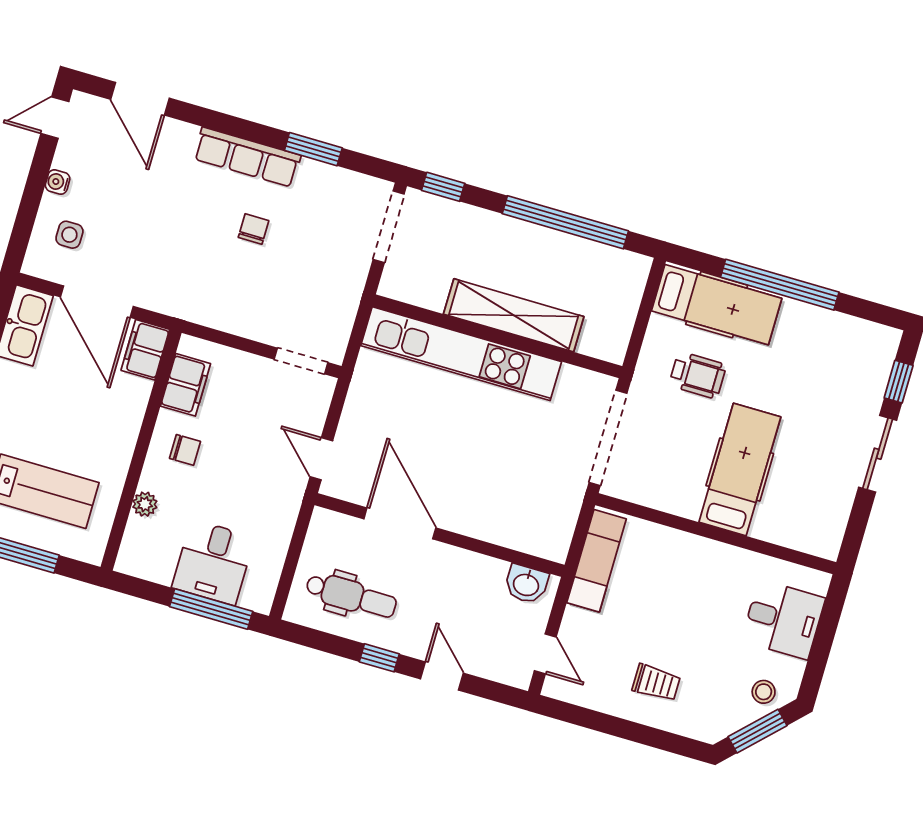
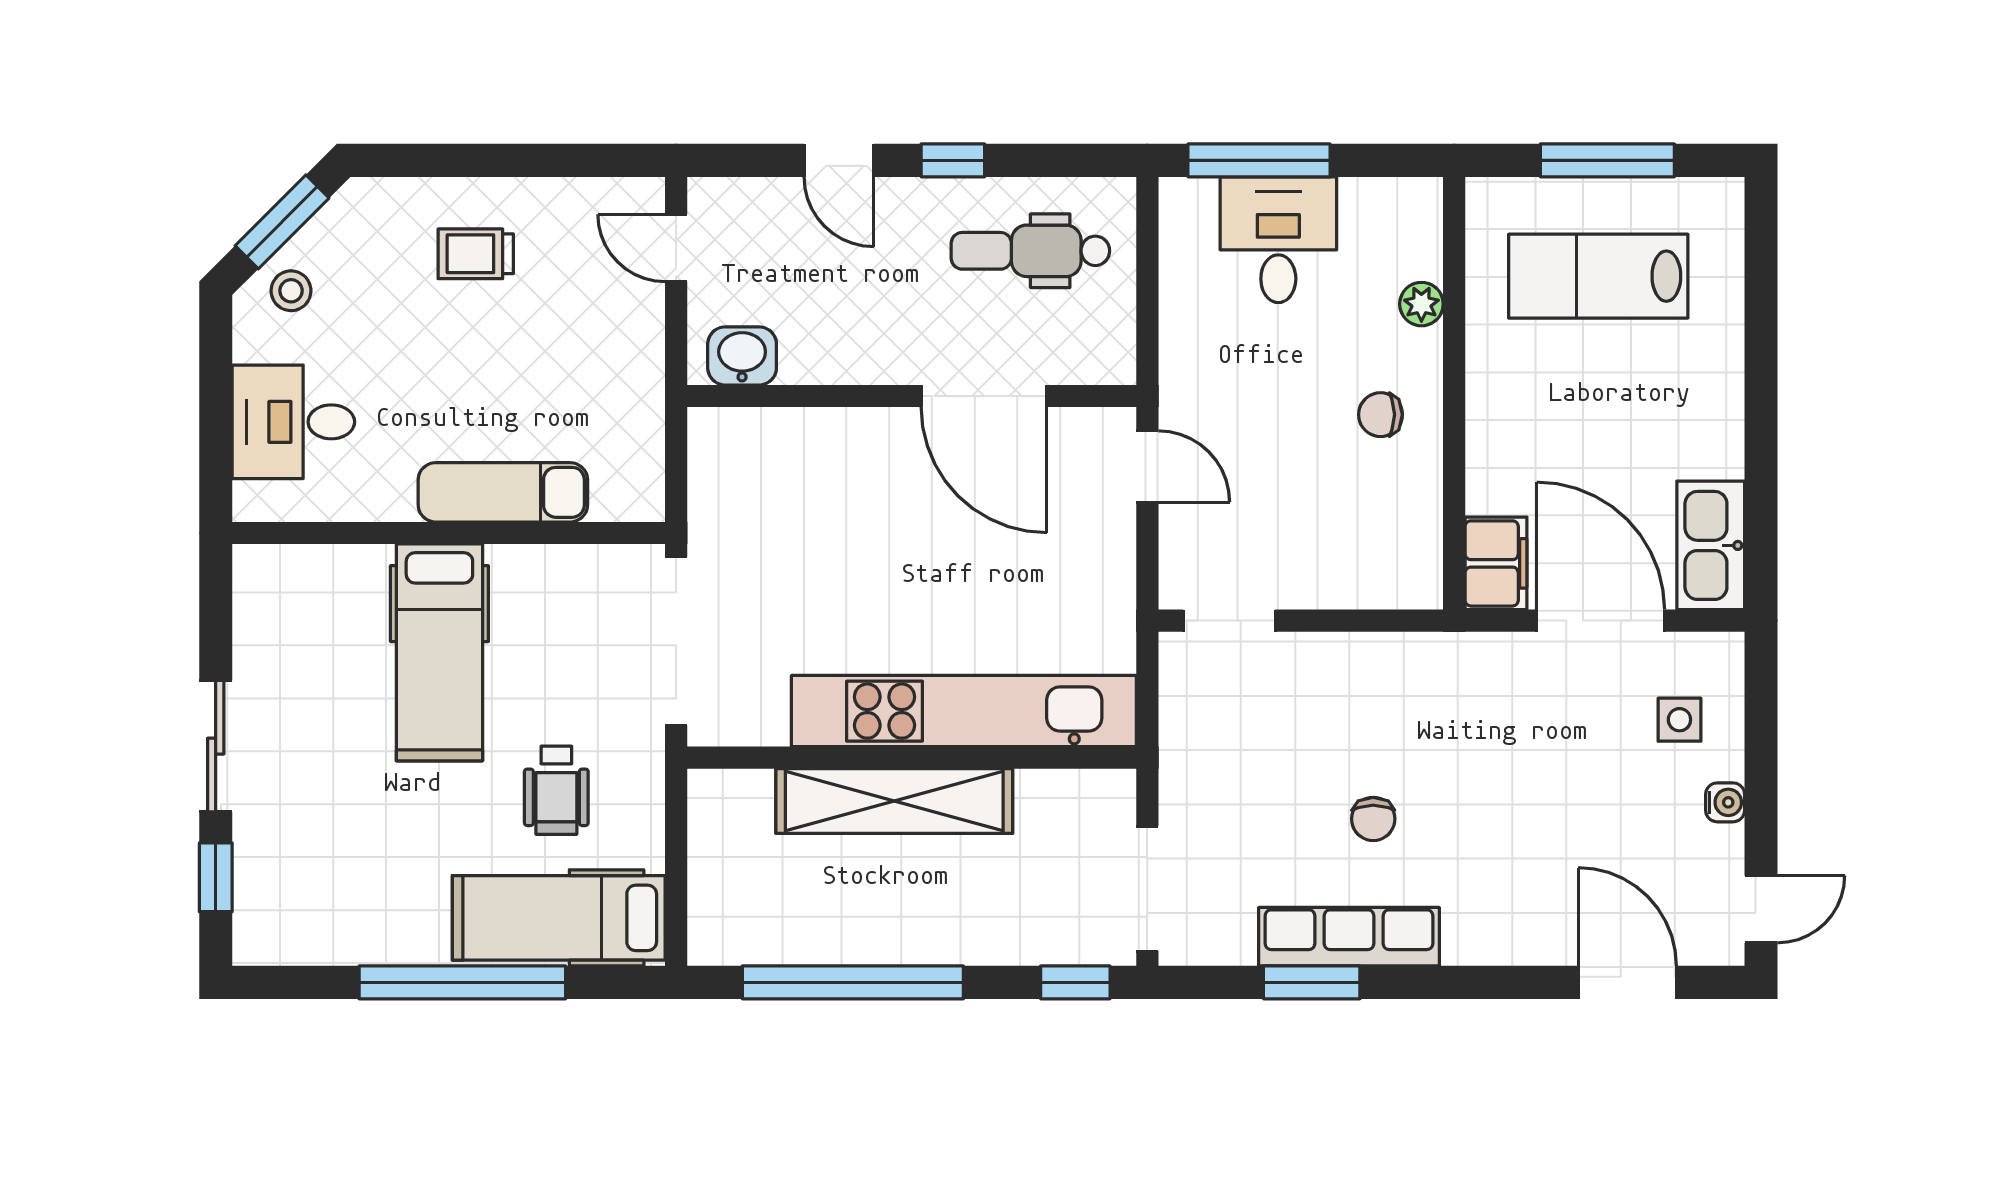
row of seats: (247, 157) -> (1349, 937), moved
wheelchair: (698, 375) -> (556, 790), turned -90
filing cabinet: (186, 385) -> (1411, 524), removed
exam couch: (597, 561) -> (503, 492), moved, turned 90

